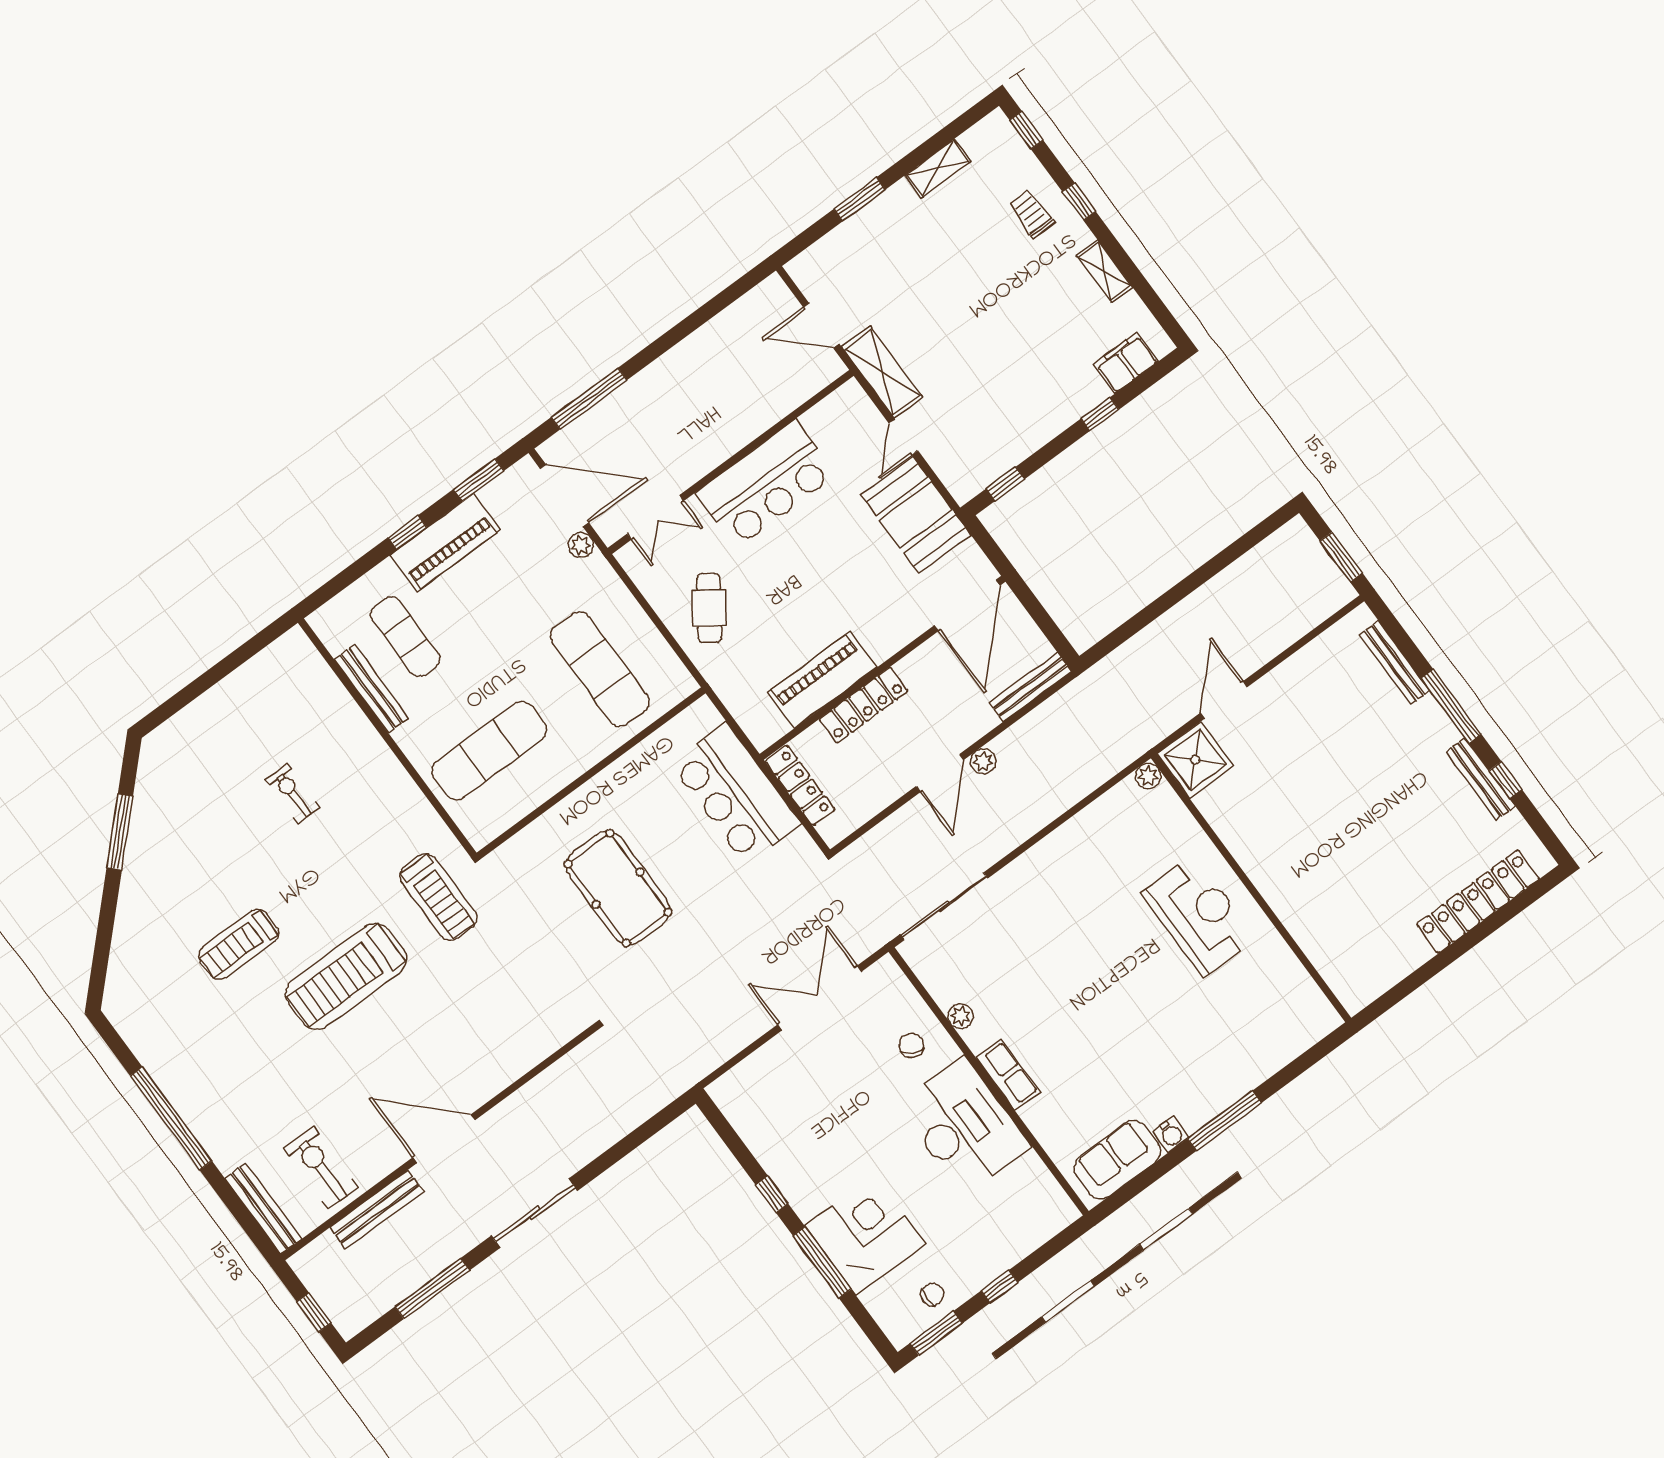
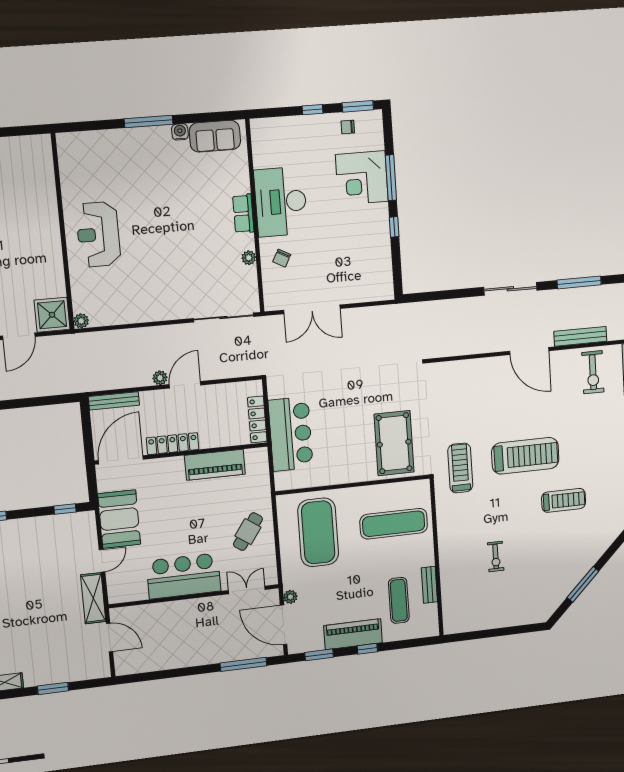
exercise mat: (600, 669) -> (318, 532), width x1.47
bench: (371, 689) -> (429, 585), width x0.73
locker: (864, 705) -> (173, 444), moved
pool table: (618, 888) -> (394, 443), moved

